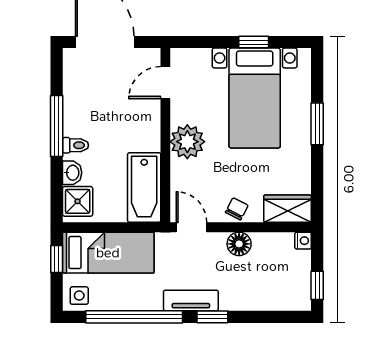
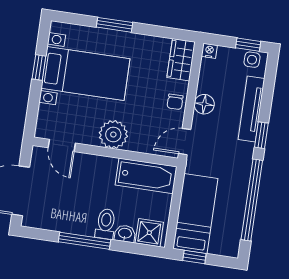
toilet: (75, 145) -> (106, 224), width x1.37, depth x1.39
chair: (237, 209) -> (175, 102), turned -117
side table: (79, 296) -> (252, 60), moved
tv unit: (191, 300) -> (251, 109), moved, width x1.41

